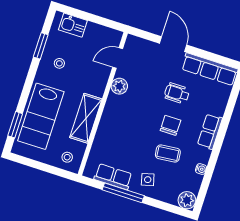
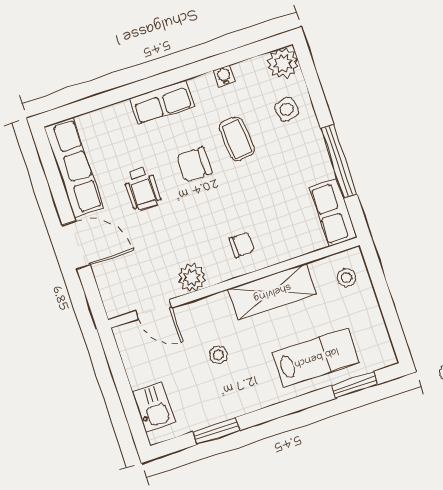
door: (173, 44) -> (76, 245), swing flipped
stool: (59, 63) -> (218, 355), moved
lab bench: (41, 116) -> (316, 357), width x0.73, depth x0.72
chair: (118, 120) -> (242, 245), added
row of seats: (113, 177) -> (333, 213), moved
side table: (148, 180) -> (287, 109), moved

